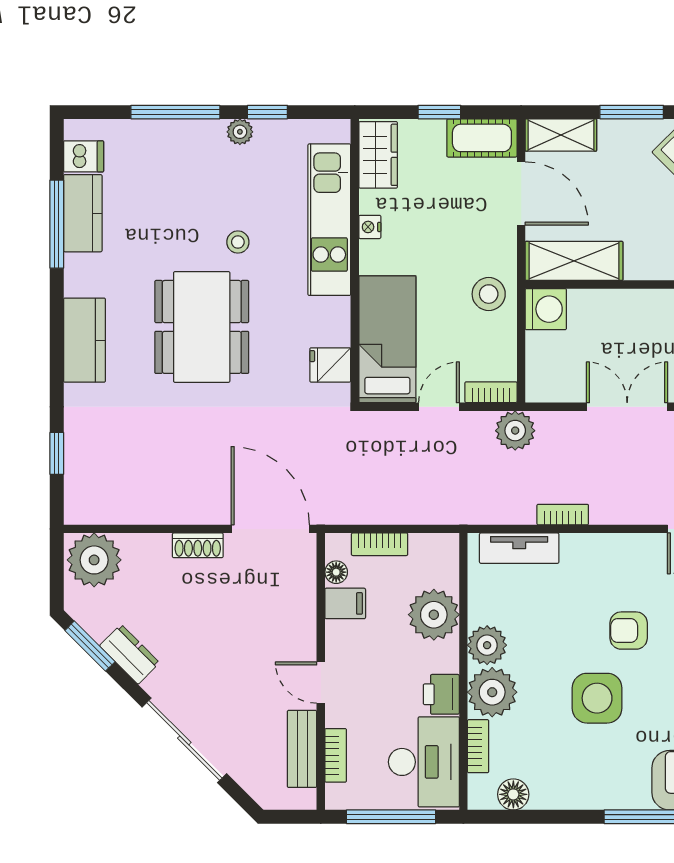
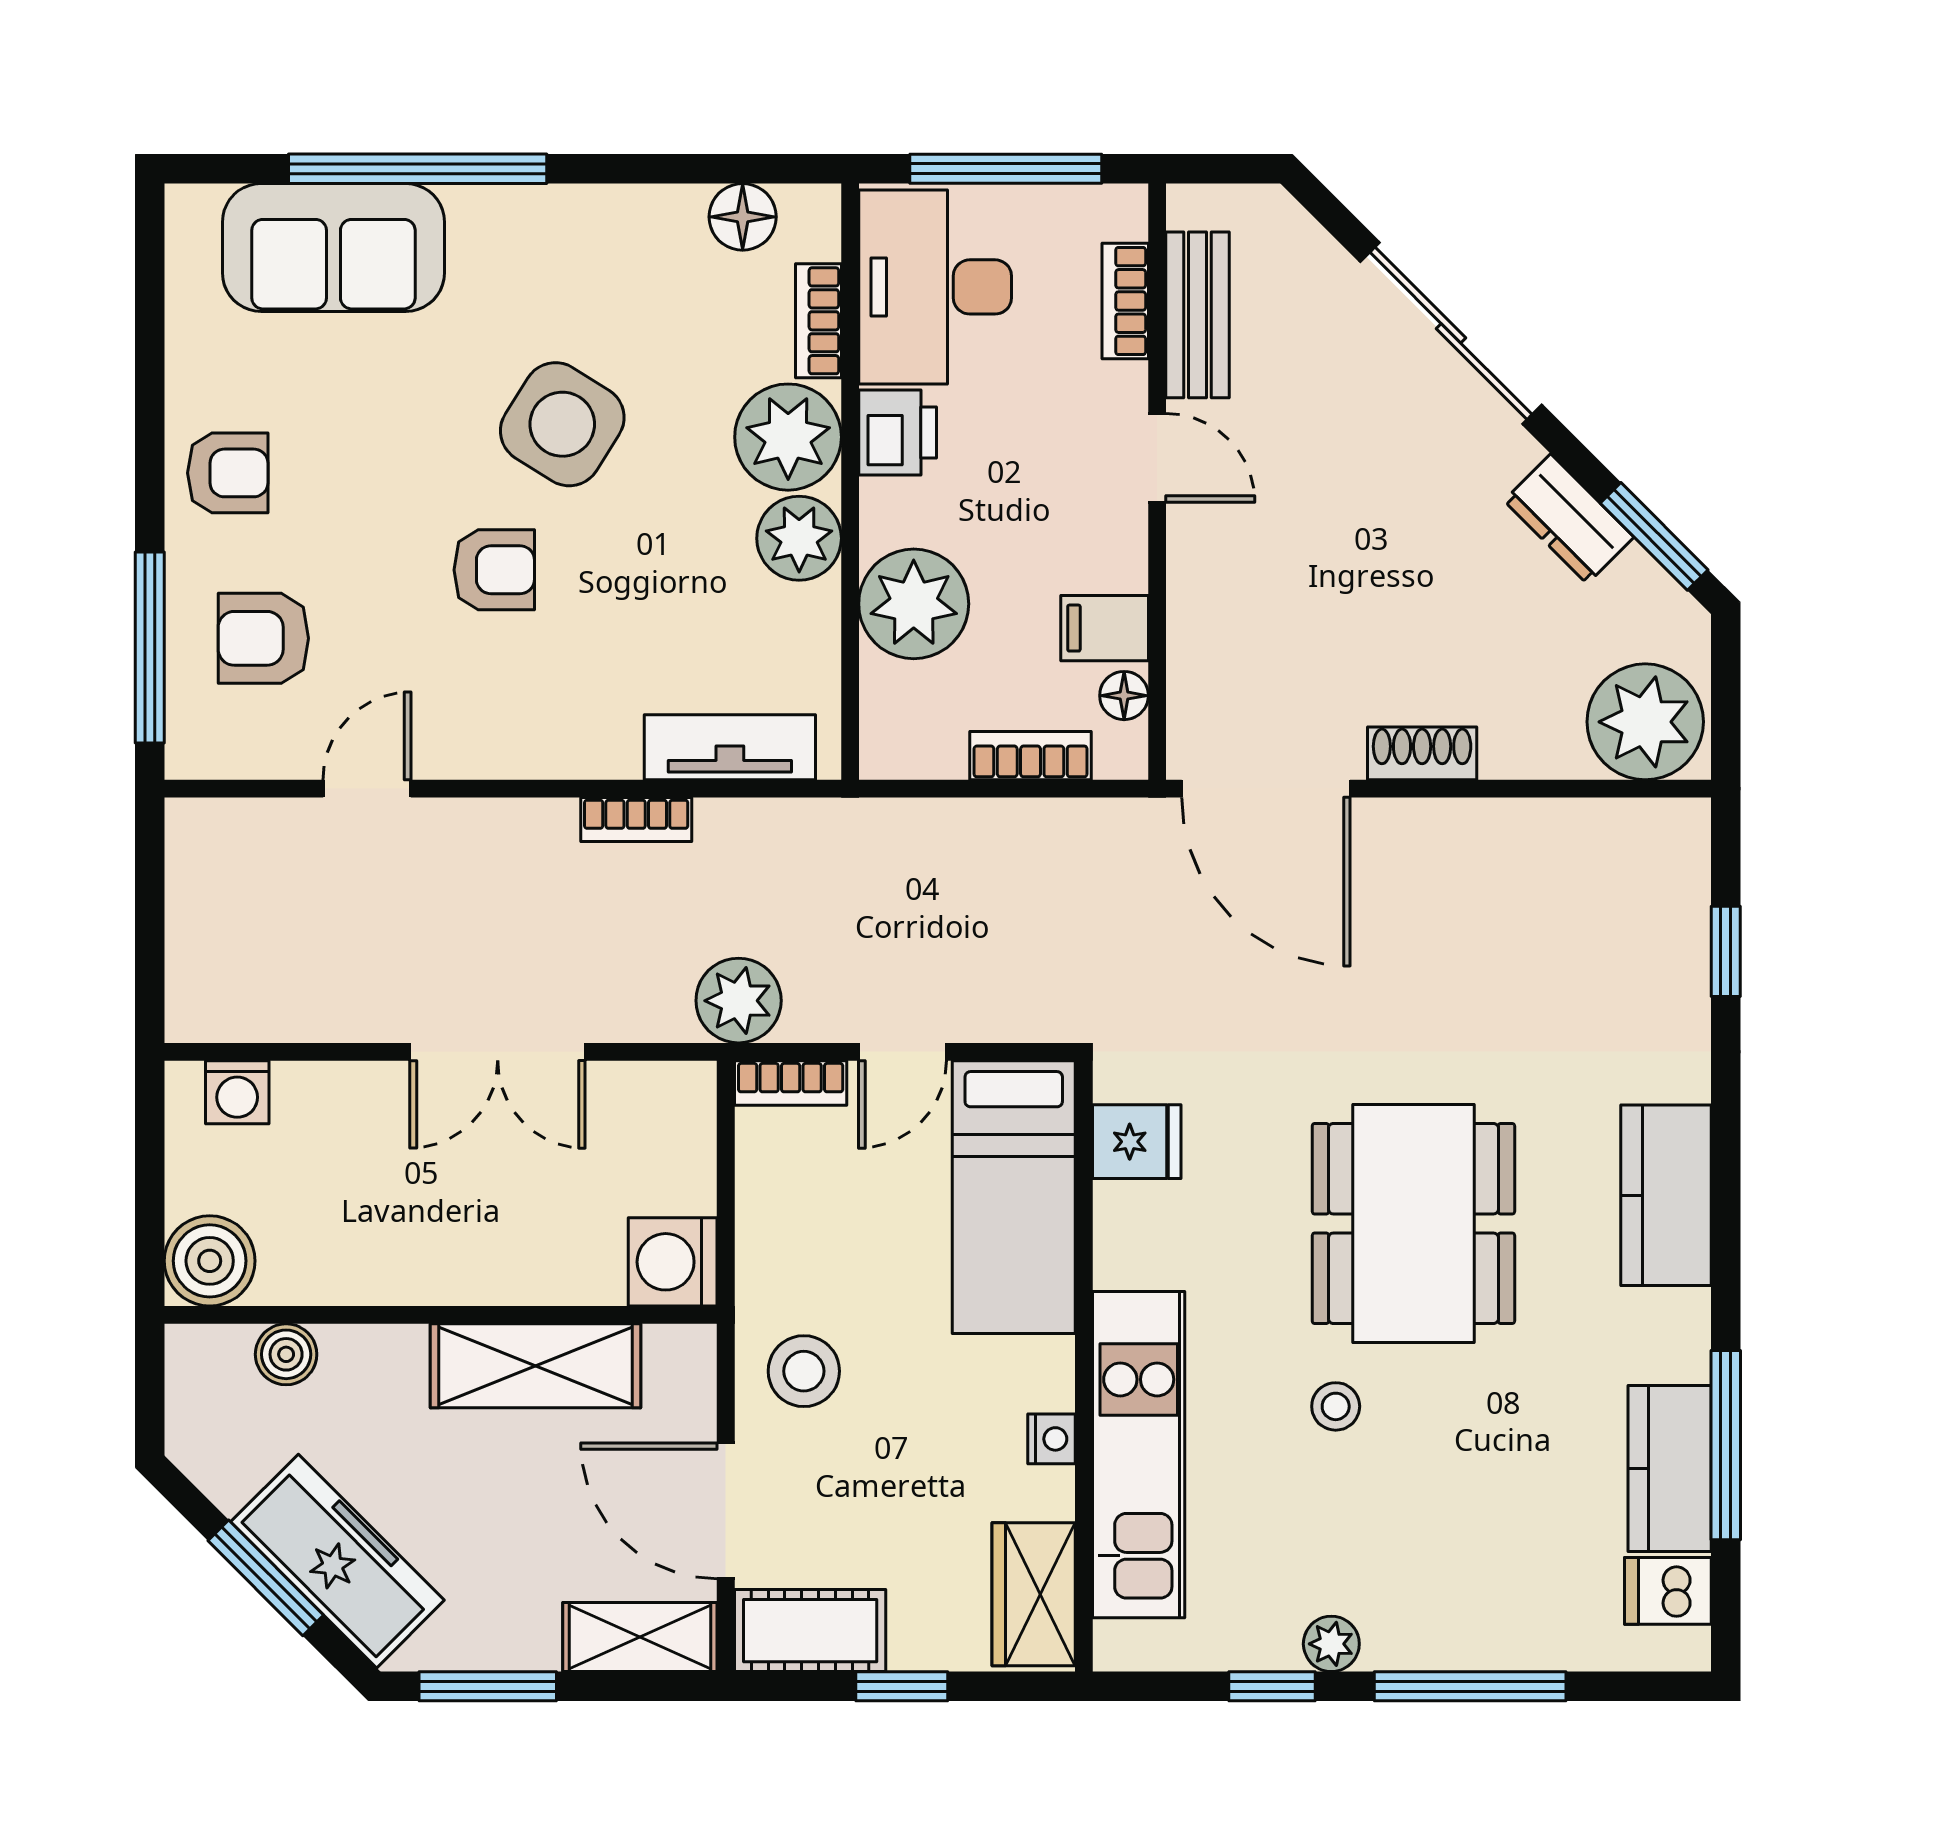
shelving: (574, 261) -> (536, 1366), moved
stool: (489, 294) -> (804, 1371), moved
side table: (597, 698) -> (562, 424), turned 32

